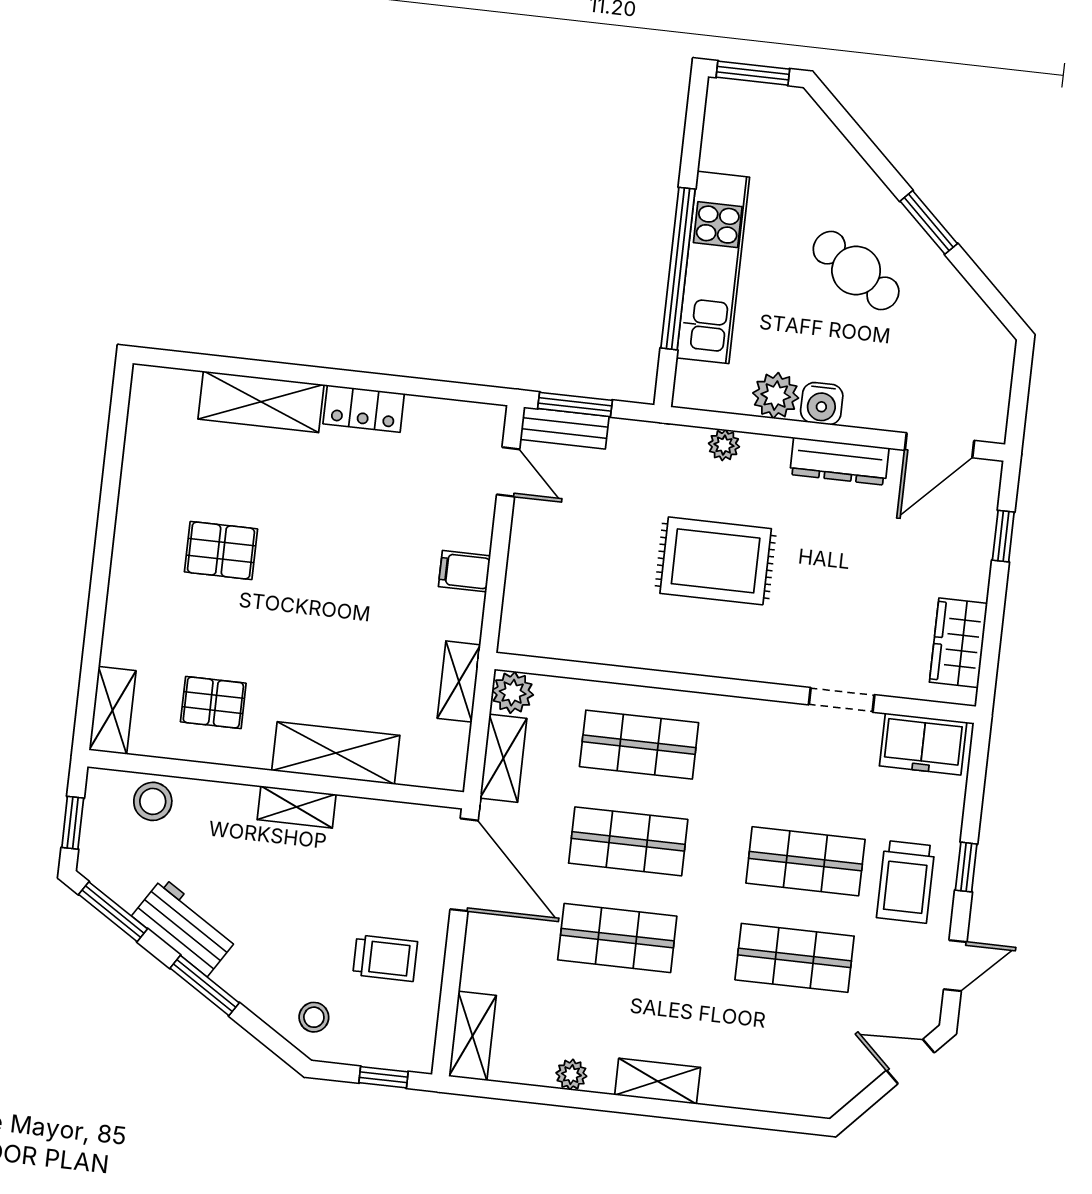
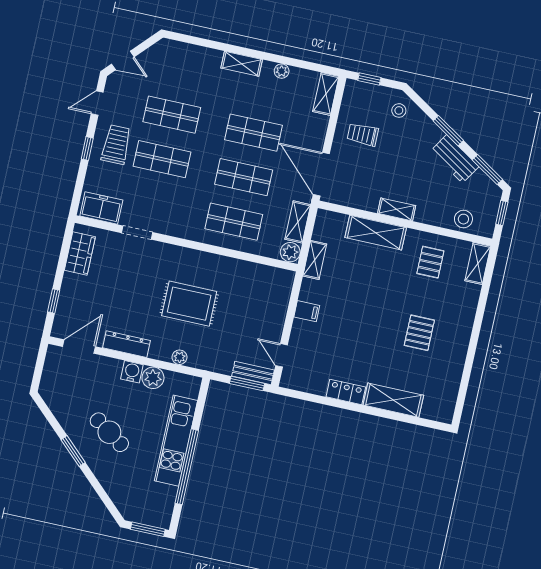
window: (678, 269) -> (187, 467), moved
pallet: (221, 550) -> (419, 333), turned 90
pallet: (213, 703) -> (430, 262), turned 90

